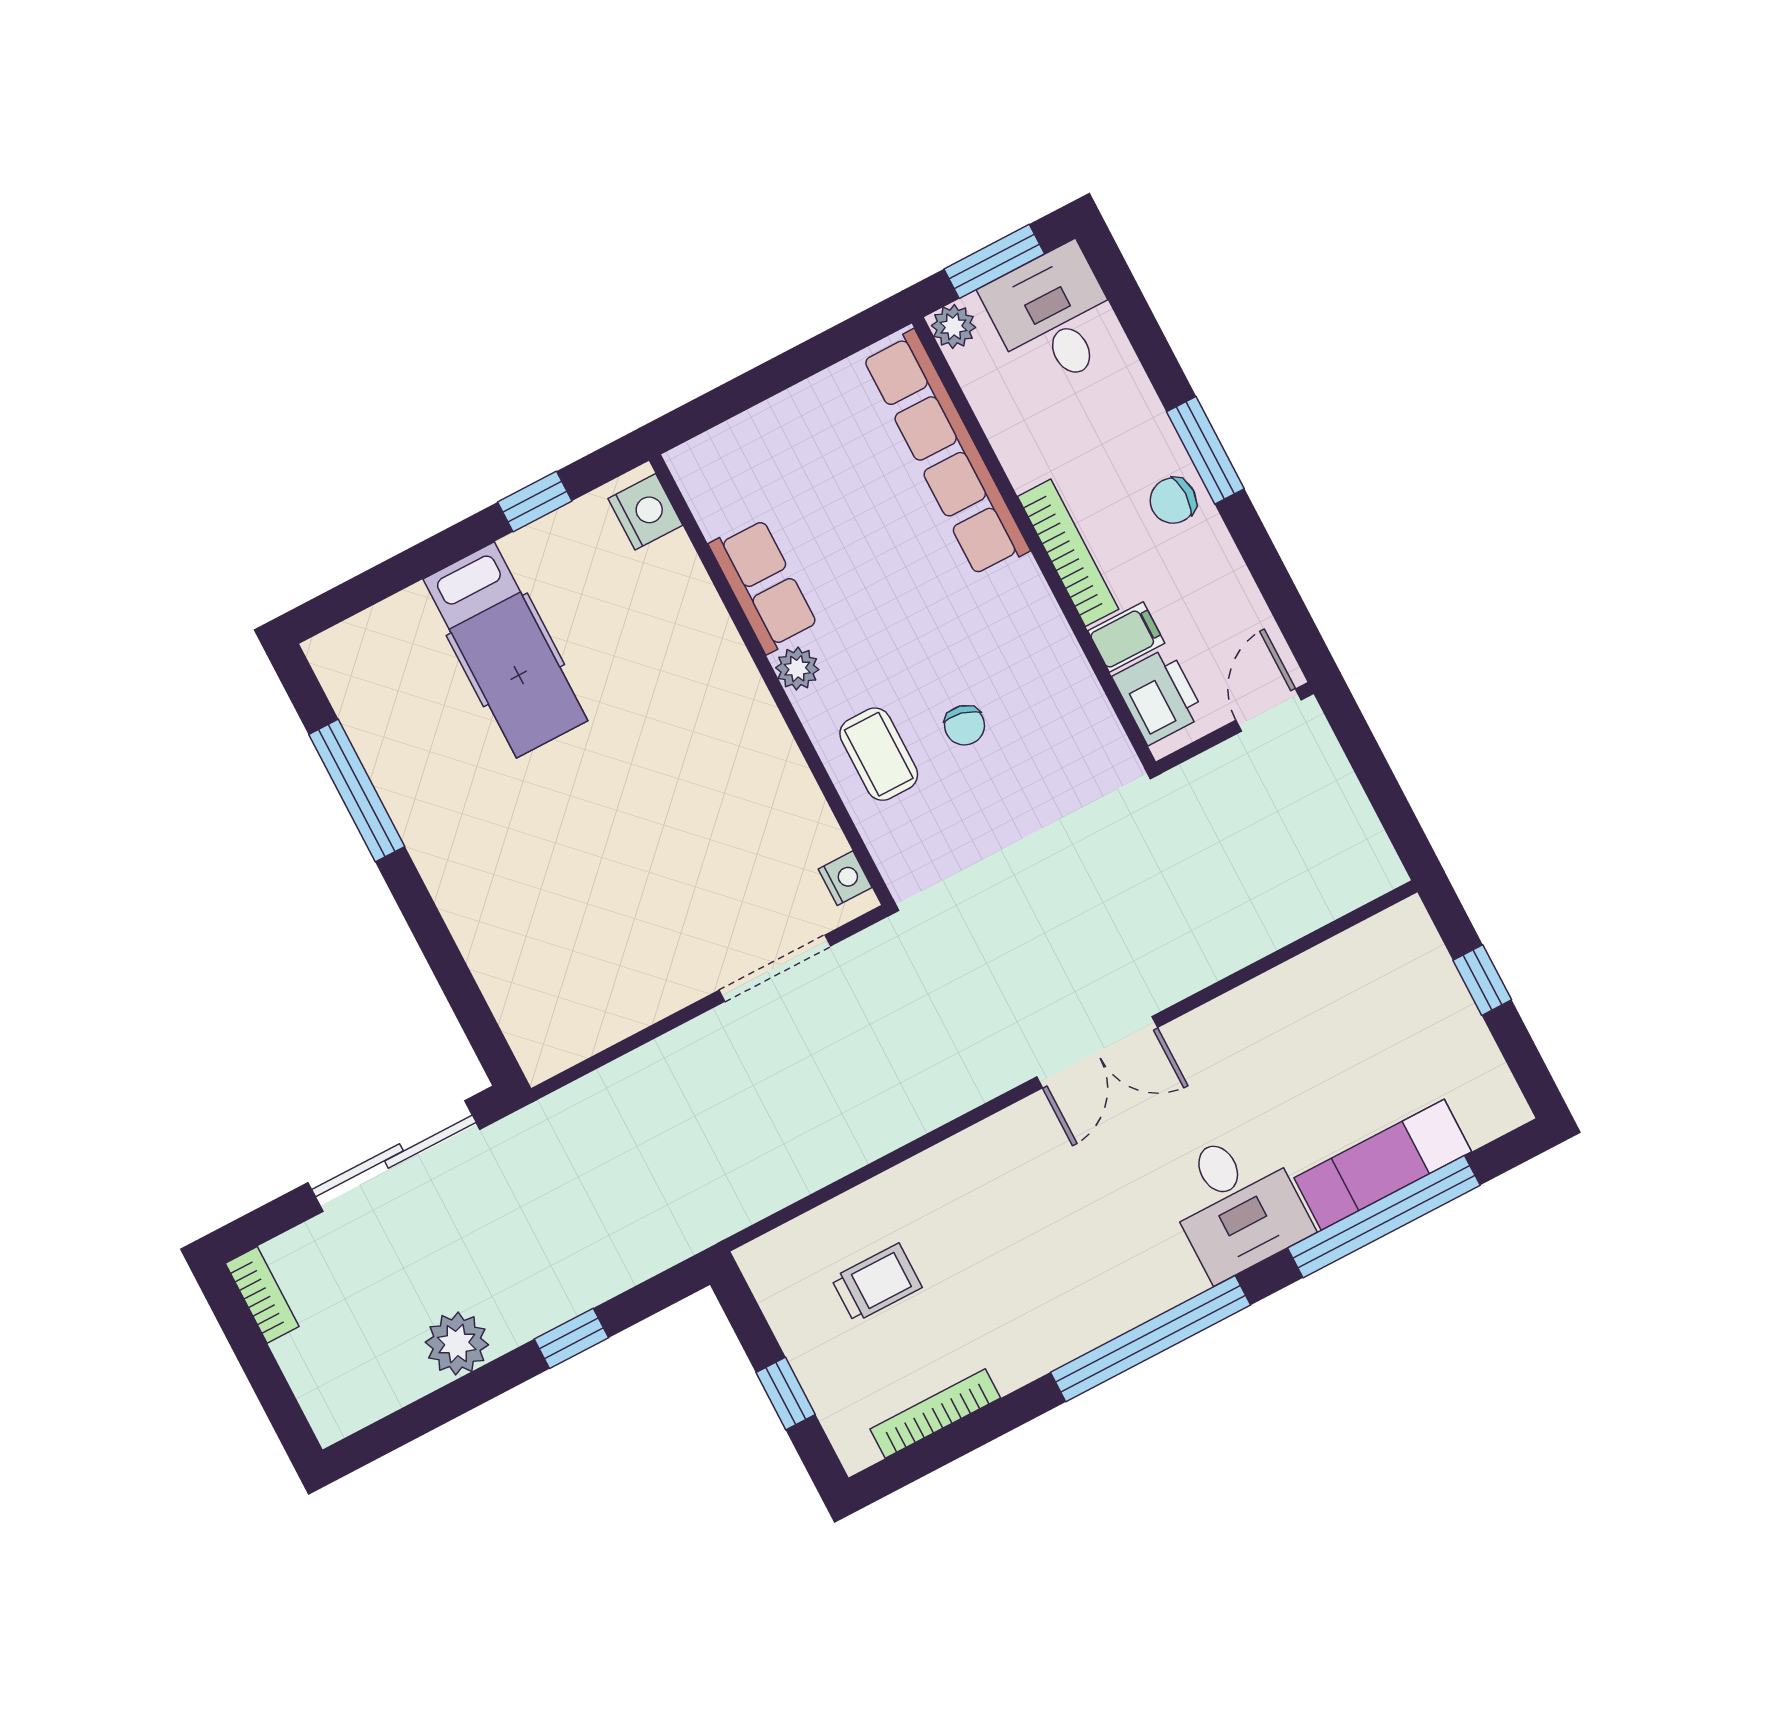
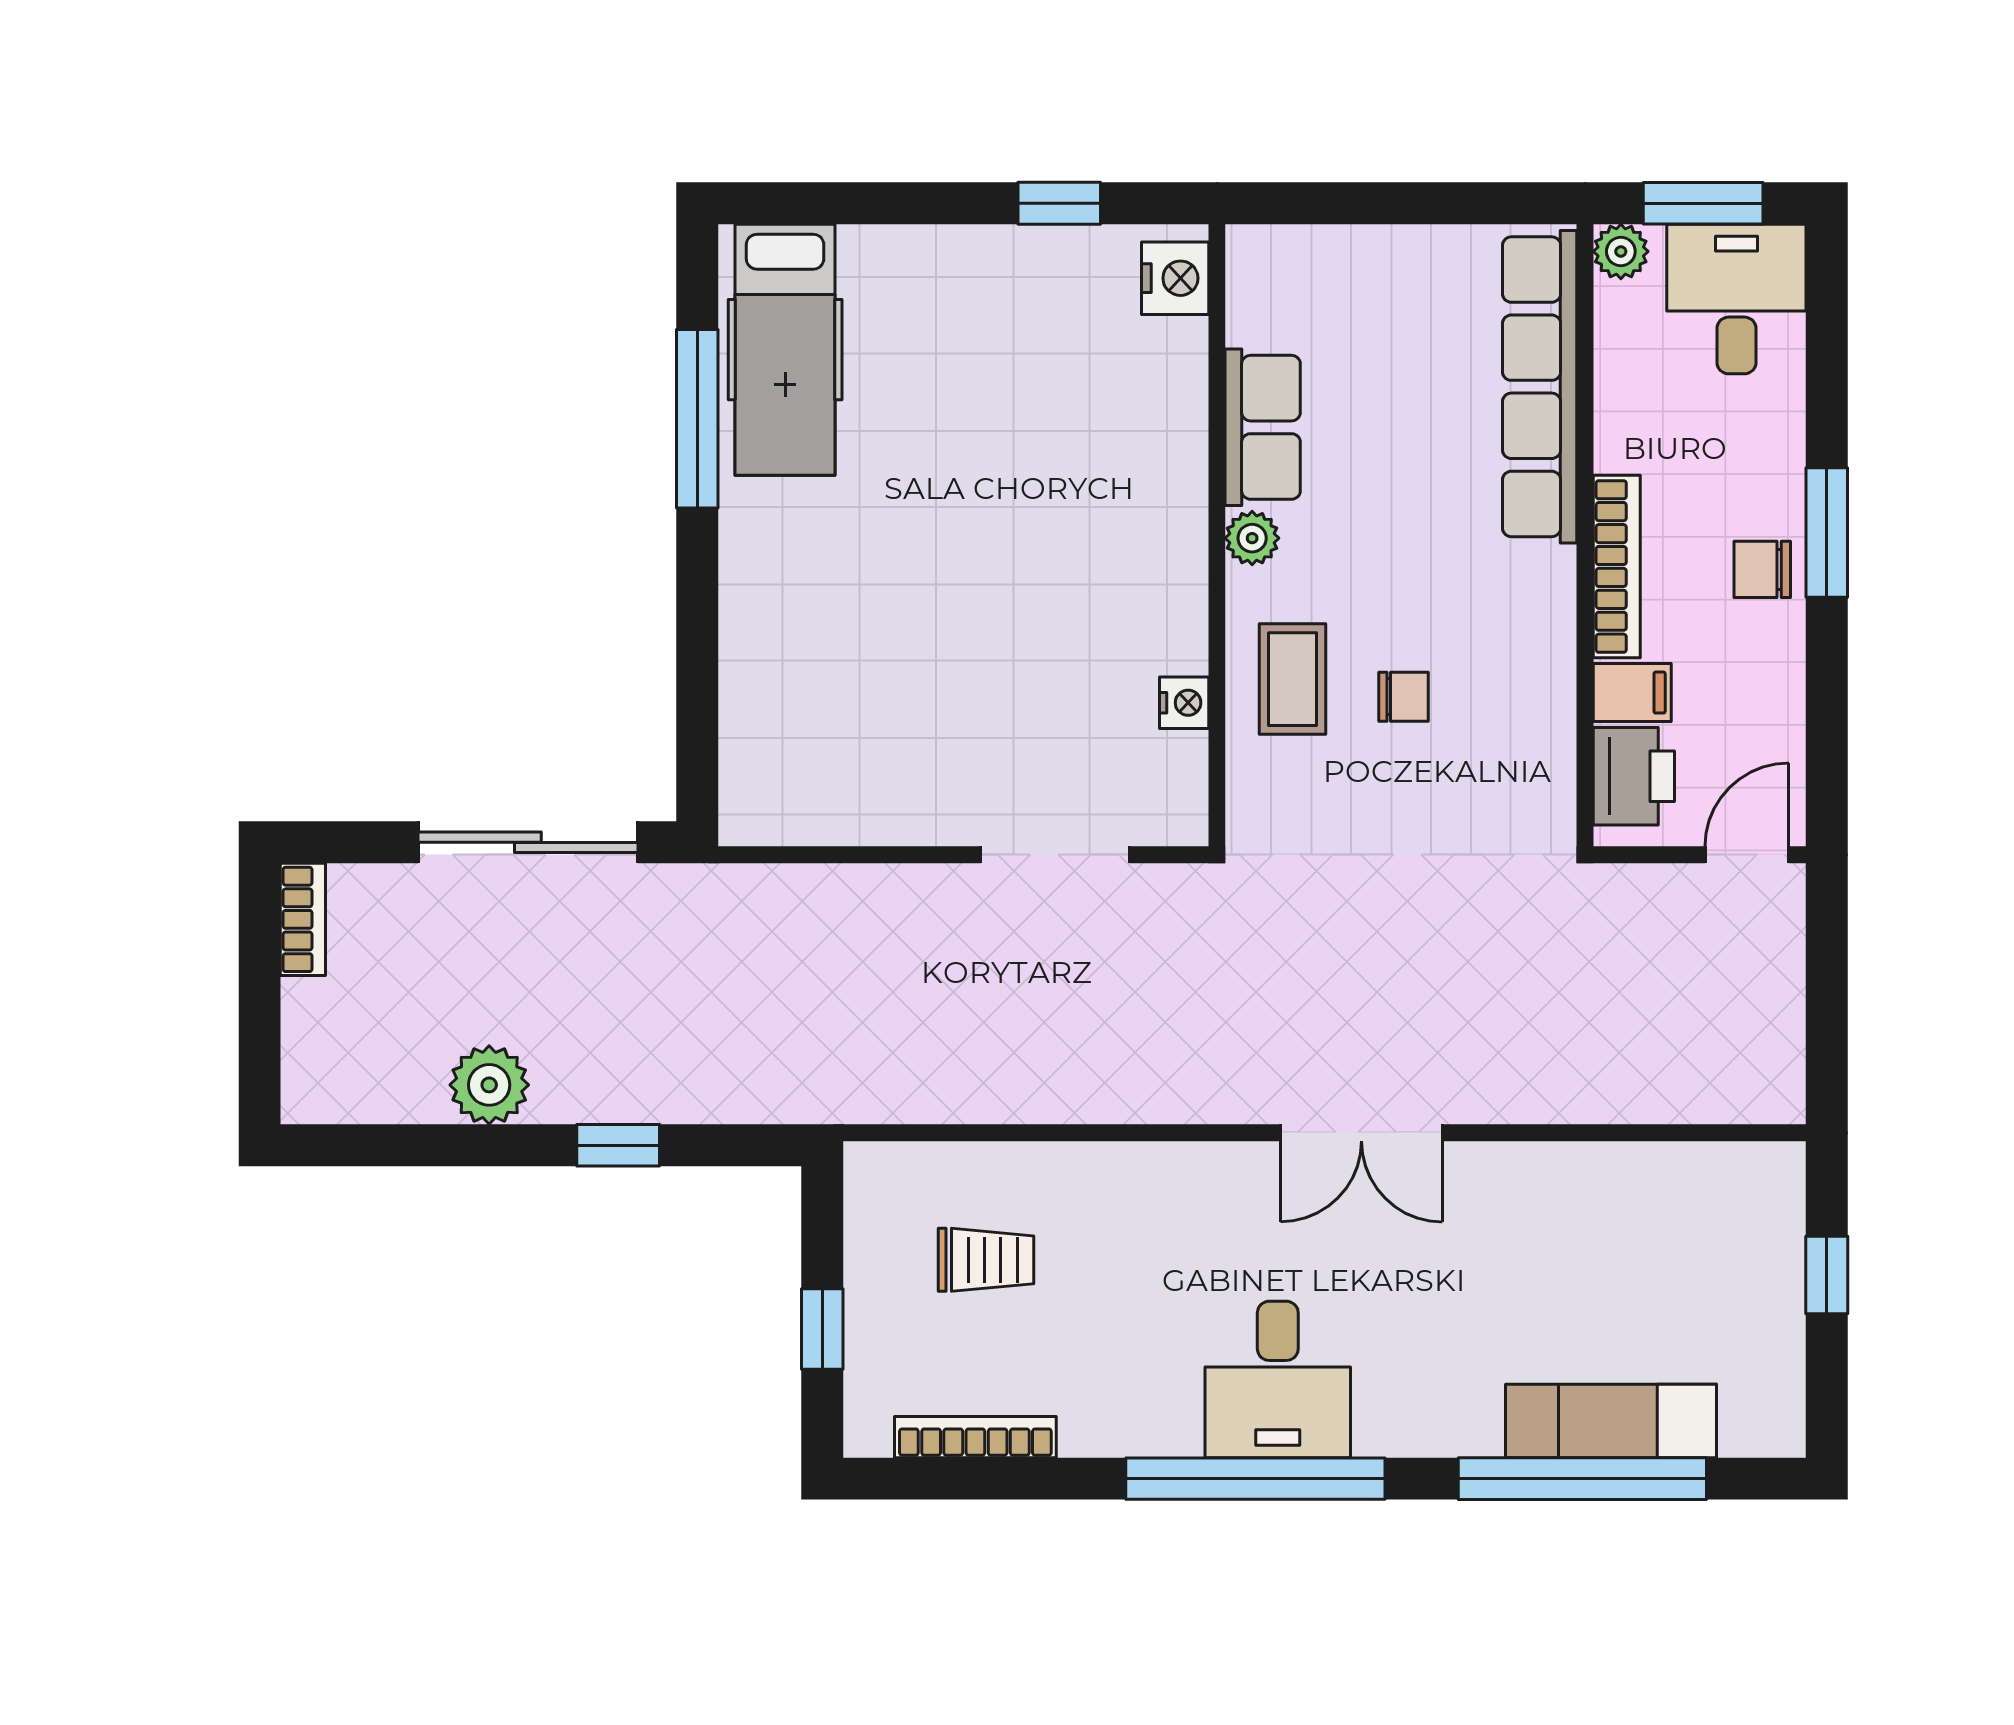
hospital bed: (505, 650) -> (785, 350), moved
chair: (964, 725) -> (1404, 697), turned -103
nightstand: (845, 878) -> (1184, 703), moved
desk: (1236, 1204) -> (1278, 1379), moved

